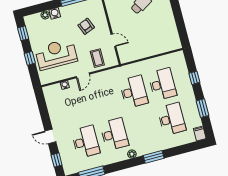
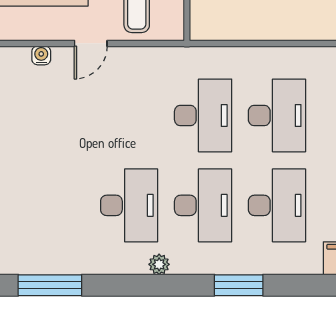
desk: (86, 142) -> (203, 205), moved
window: (154, 157) -> (239, 285), moved

